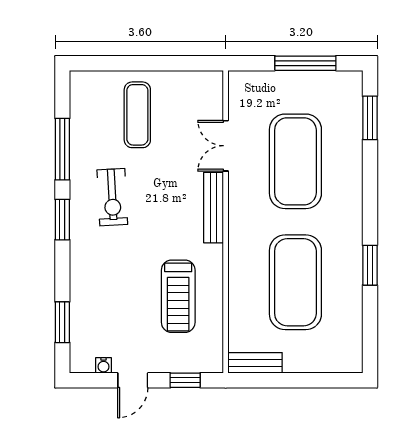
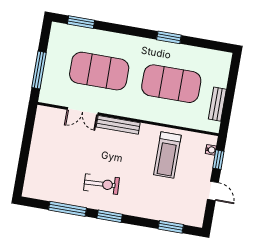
window: (305, 63) -> (39, 70), moved
exercise mat: (137, 115) -> (55, 161), removed
treadmill: (178, 296) -> (167, 155), turned 90
bench: (255, 363) -> (217, 104), moved
water cooler: (104, 365) -> (211, 150), moved

